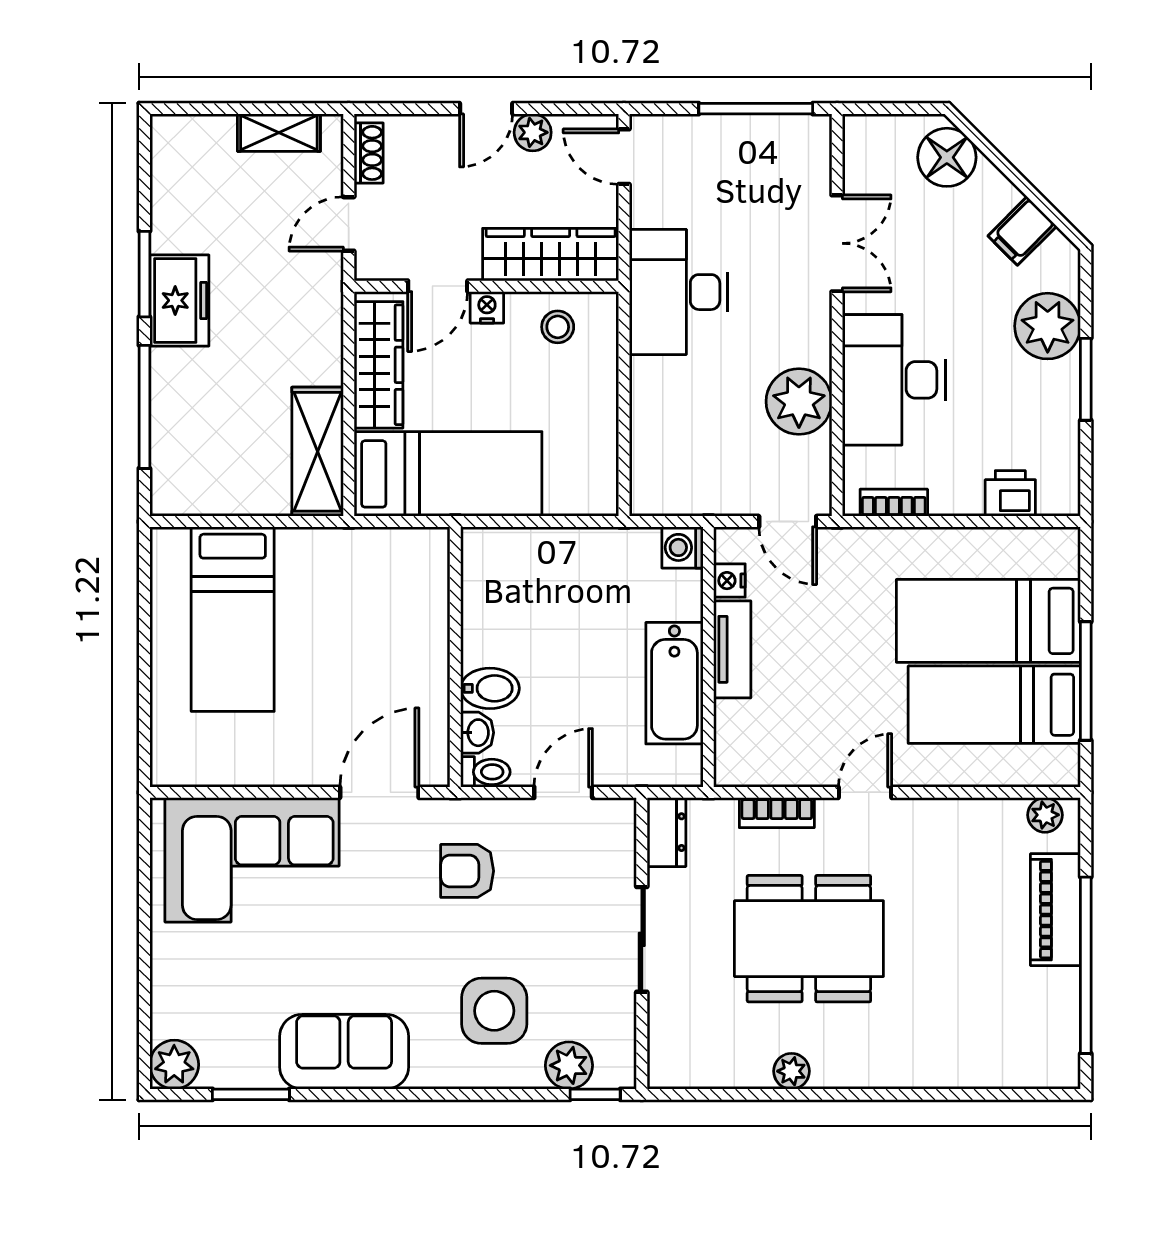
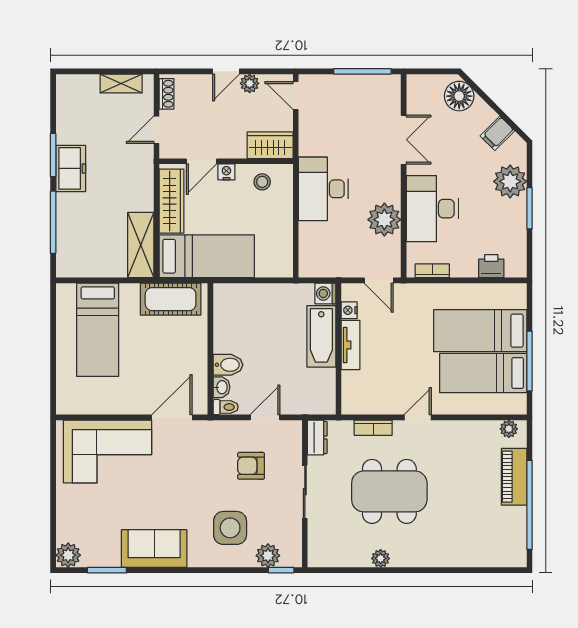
wardrobe: (551, 255) -> (270, 145), width x0.67
desk: (678, 292) -> (323, 189), moved
cot: (377, 559) -> (171, 299), added
bathtub: (674, 683) -> (321, 336), moved
armchair: (467, 871) -> (251, 466), moved

